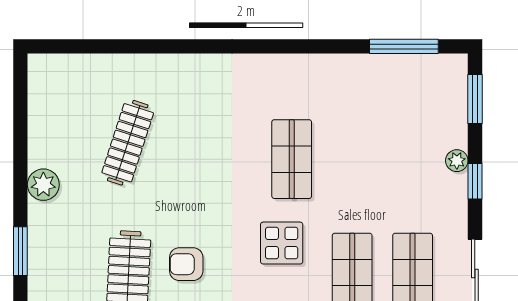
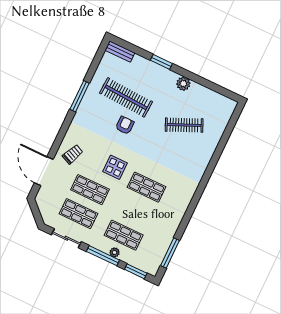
clothes rail: (128, 143) -> (184, 125), turned -42
shop shelf: (413, 159) -> (124, 235), added
window: (475, 181) -> (103, 256), width x2.17

